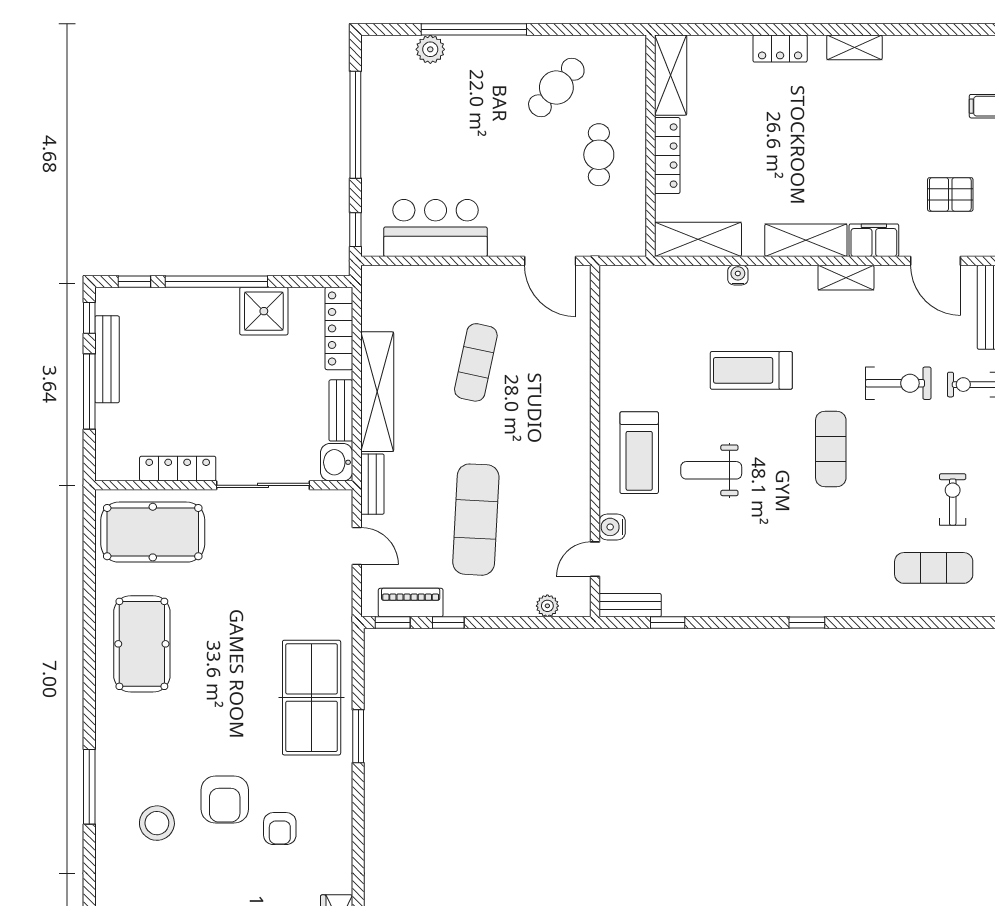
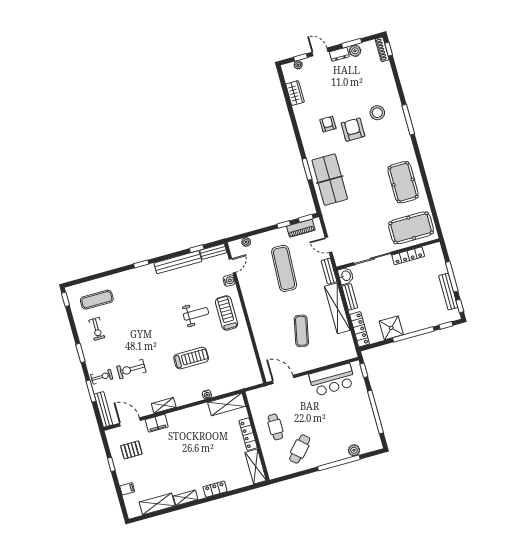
shelving: (806, 240) -> (157, 504), moved
exercise mat: (831, 449) -> (151, 336), removed
bench: (720, 603) -> (178, 262), added

